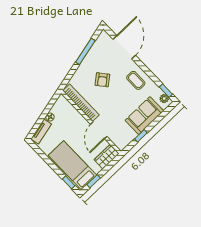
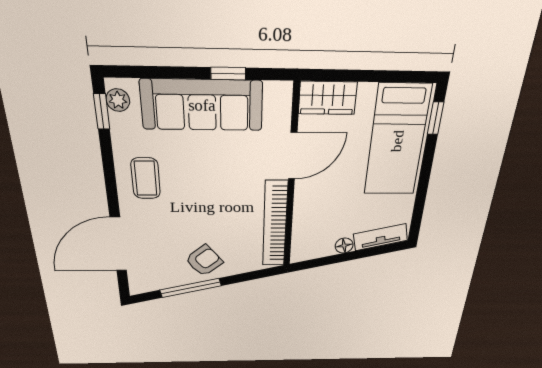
armchair: (102, 80) -> (204, 261), moved
sofa: (144, 116) -> (202, 105), width x1.36
window: (94, 181) -> (396, 77), removed

